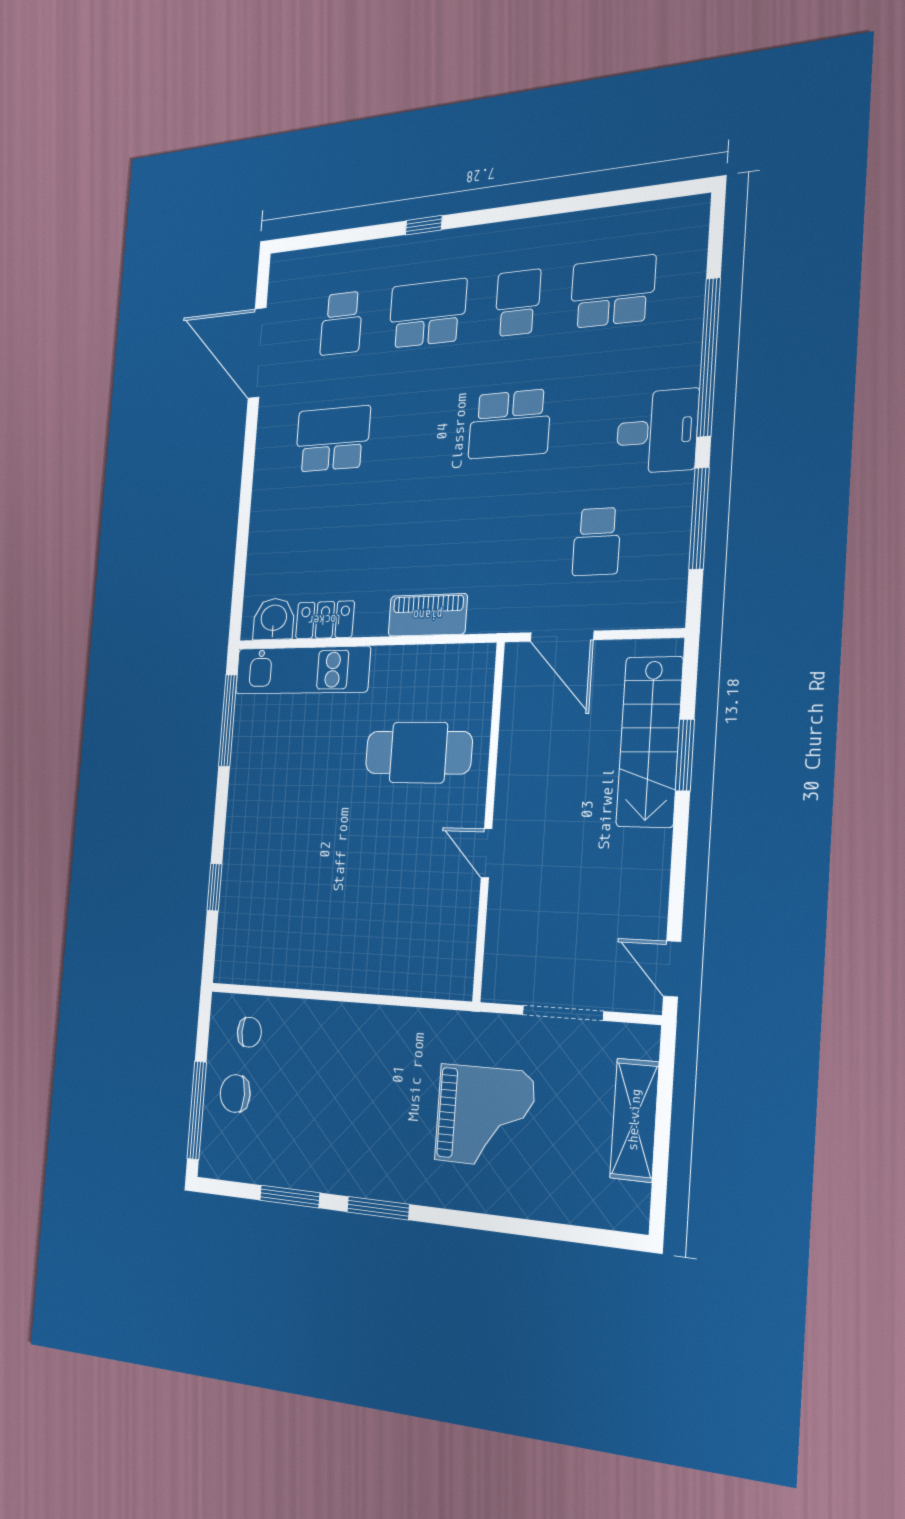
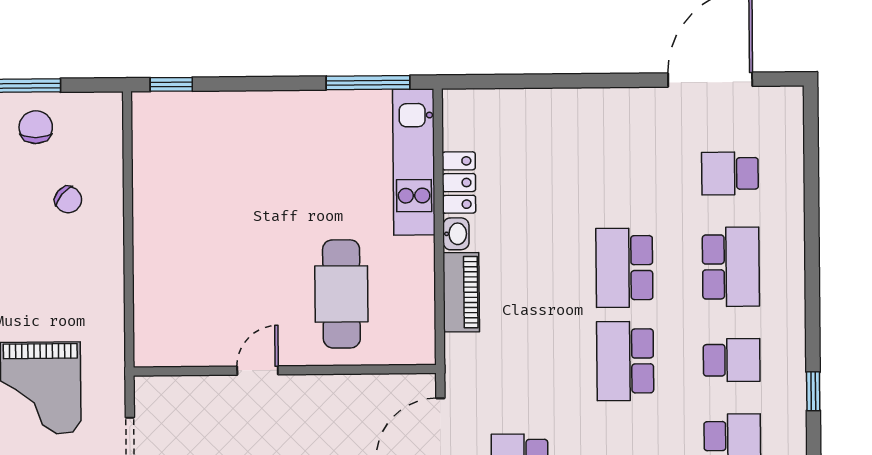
window: (424, 225) -> (813, 391), moved
school desk: (333, 439) -> (624, 268), moved, turned 180
washbasin: (274, 619) -> (456, 234), moved, width x0.72, depth x0.69
window: (215, 887) -> (171, 84), moved
chair: (249, 1032) -> (68, 200), moved, turned -49

